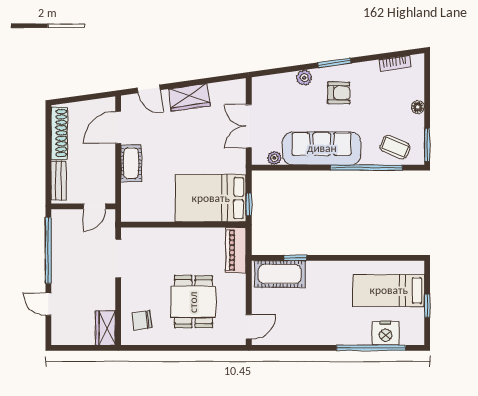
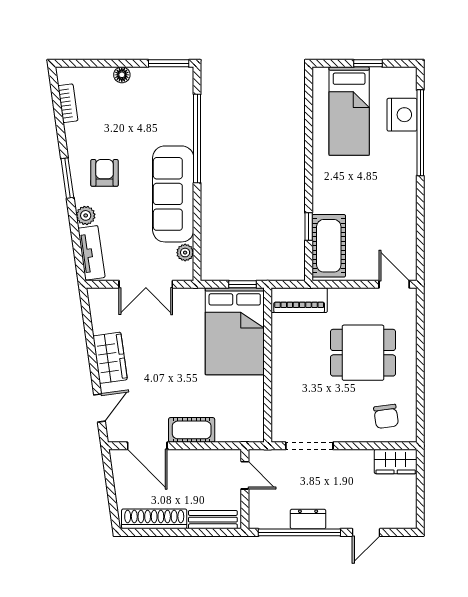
tv unit: (274, 82) -> (91, 253), added
coffee table: (395, 147) -> (172, 103), removed
dresser: (59, 257) -> (308, 519), added

